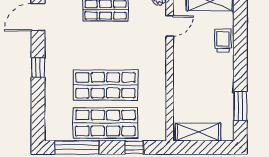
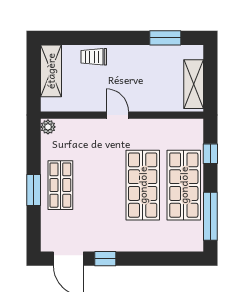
door: (170, 26) -> (117, 115), moved
window: (38, 68) -> (105, 259), moved

